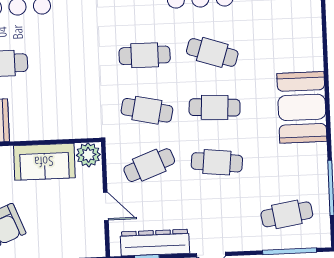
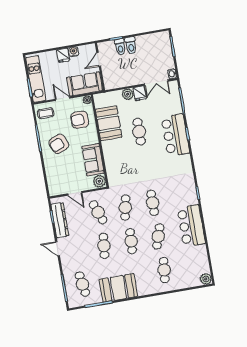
cafe table: (280, 50) -> (164, 270), added
booth: (302, 107) -> (118, 288), moved
door: (106, 206) -> (75, 193), hinge flipped

